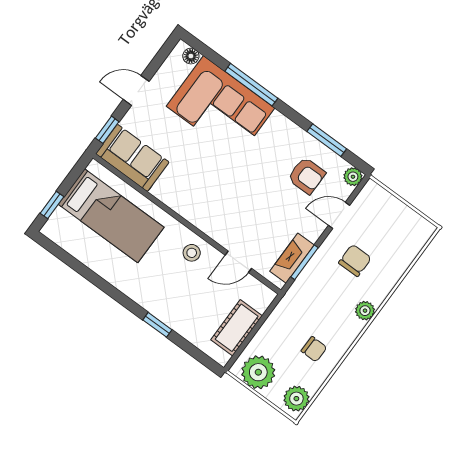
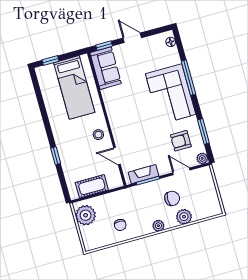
corner sofa: (221, 107) -> (171, 94), moved
armchair: (307, 176) -> (181, 141), turned 90
plant: (296, 399) -> (184, 217), moved

